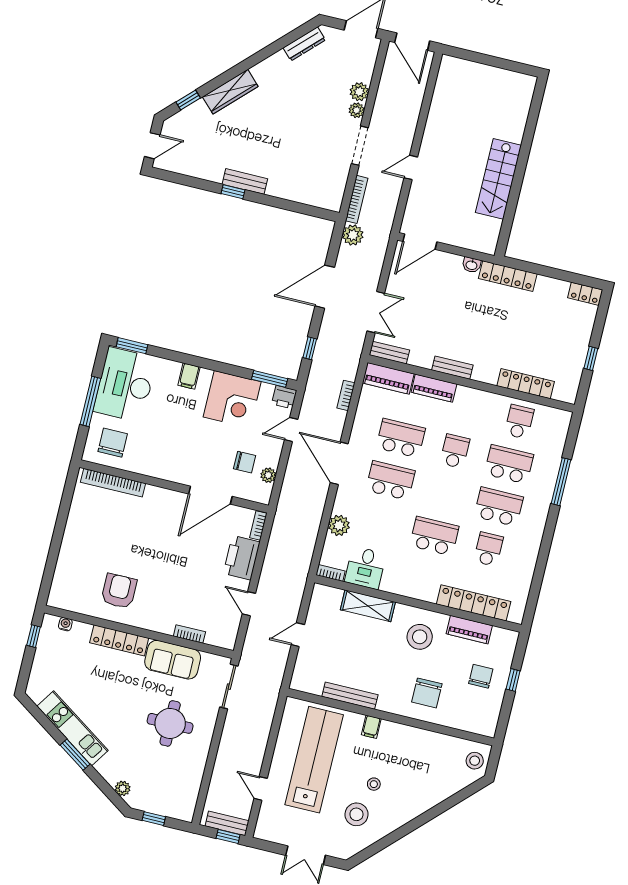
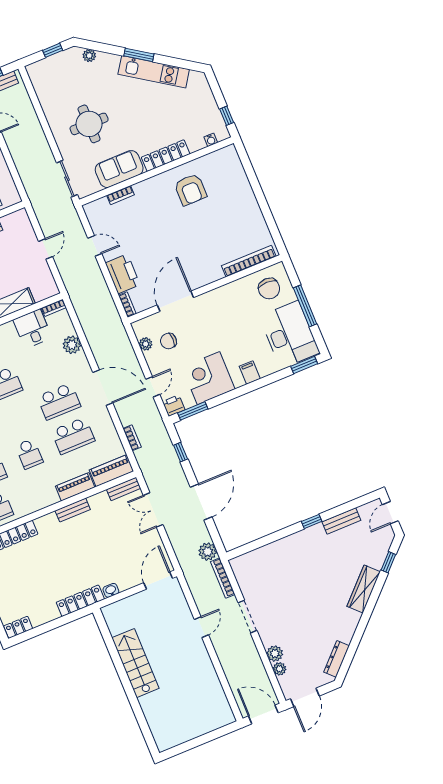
plant: (357, 110) -> (279, 669), moved
bench: (245, 181) -> (341, 521), moved

